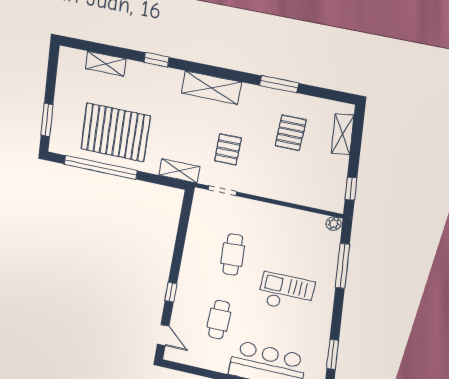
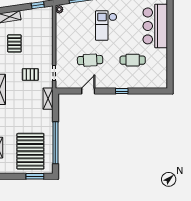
pallet: (115, 133) -> (30, 151), moved
pallet: (291, 133) -> (14, 43), turned 90
door: (163, 335) -> (88, 91), moved

